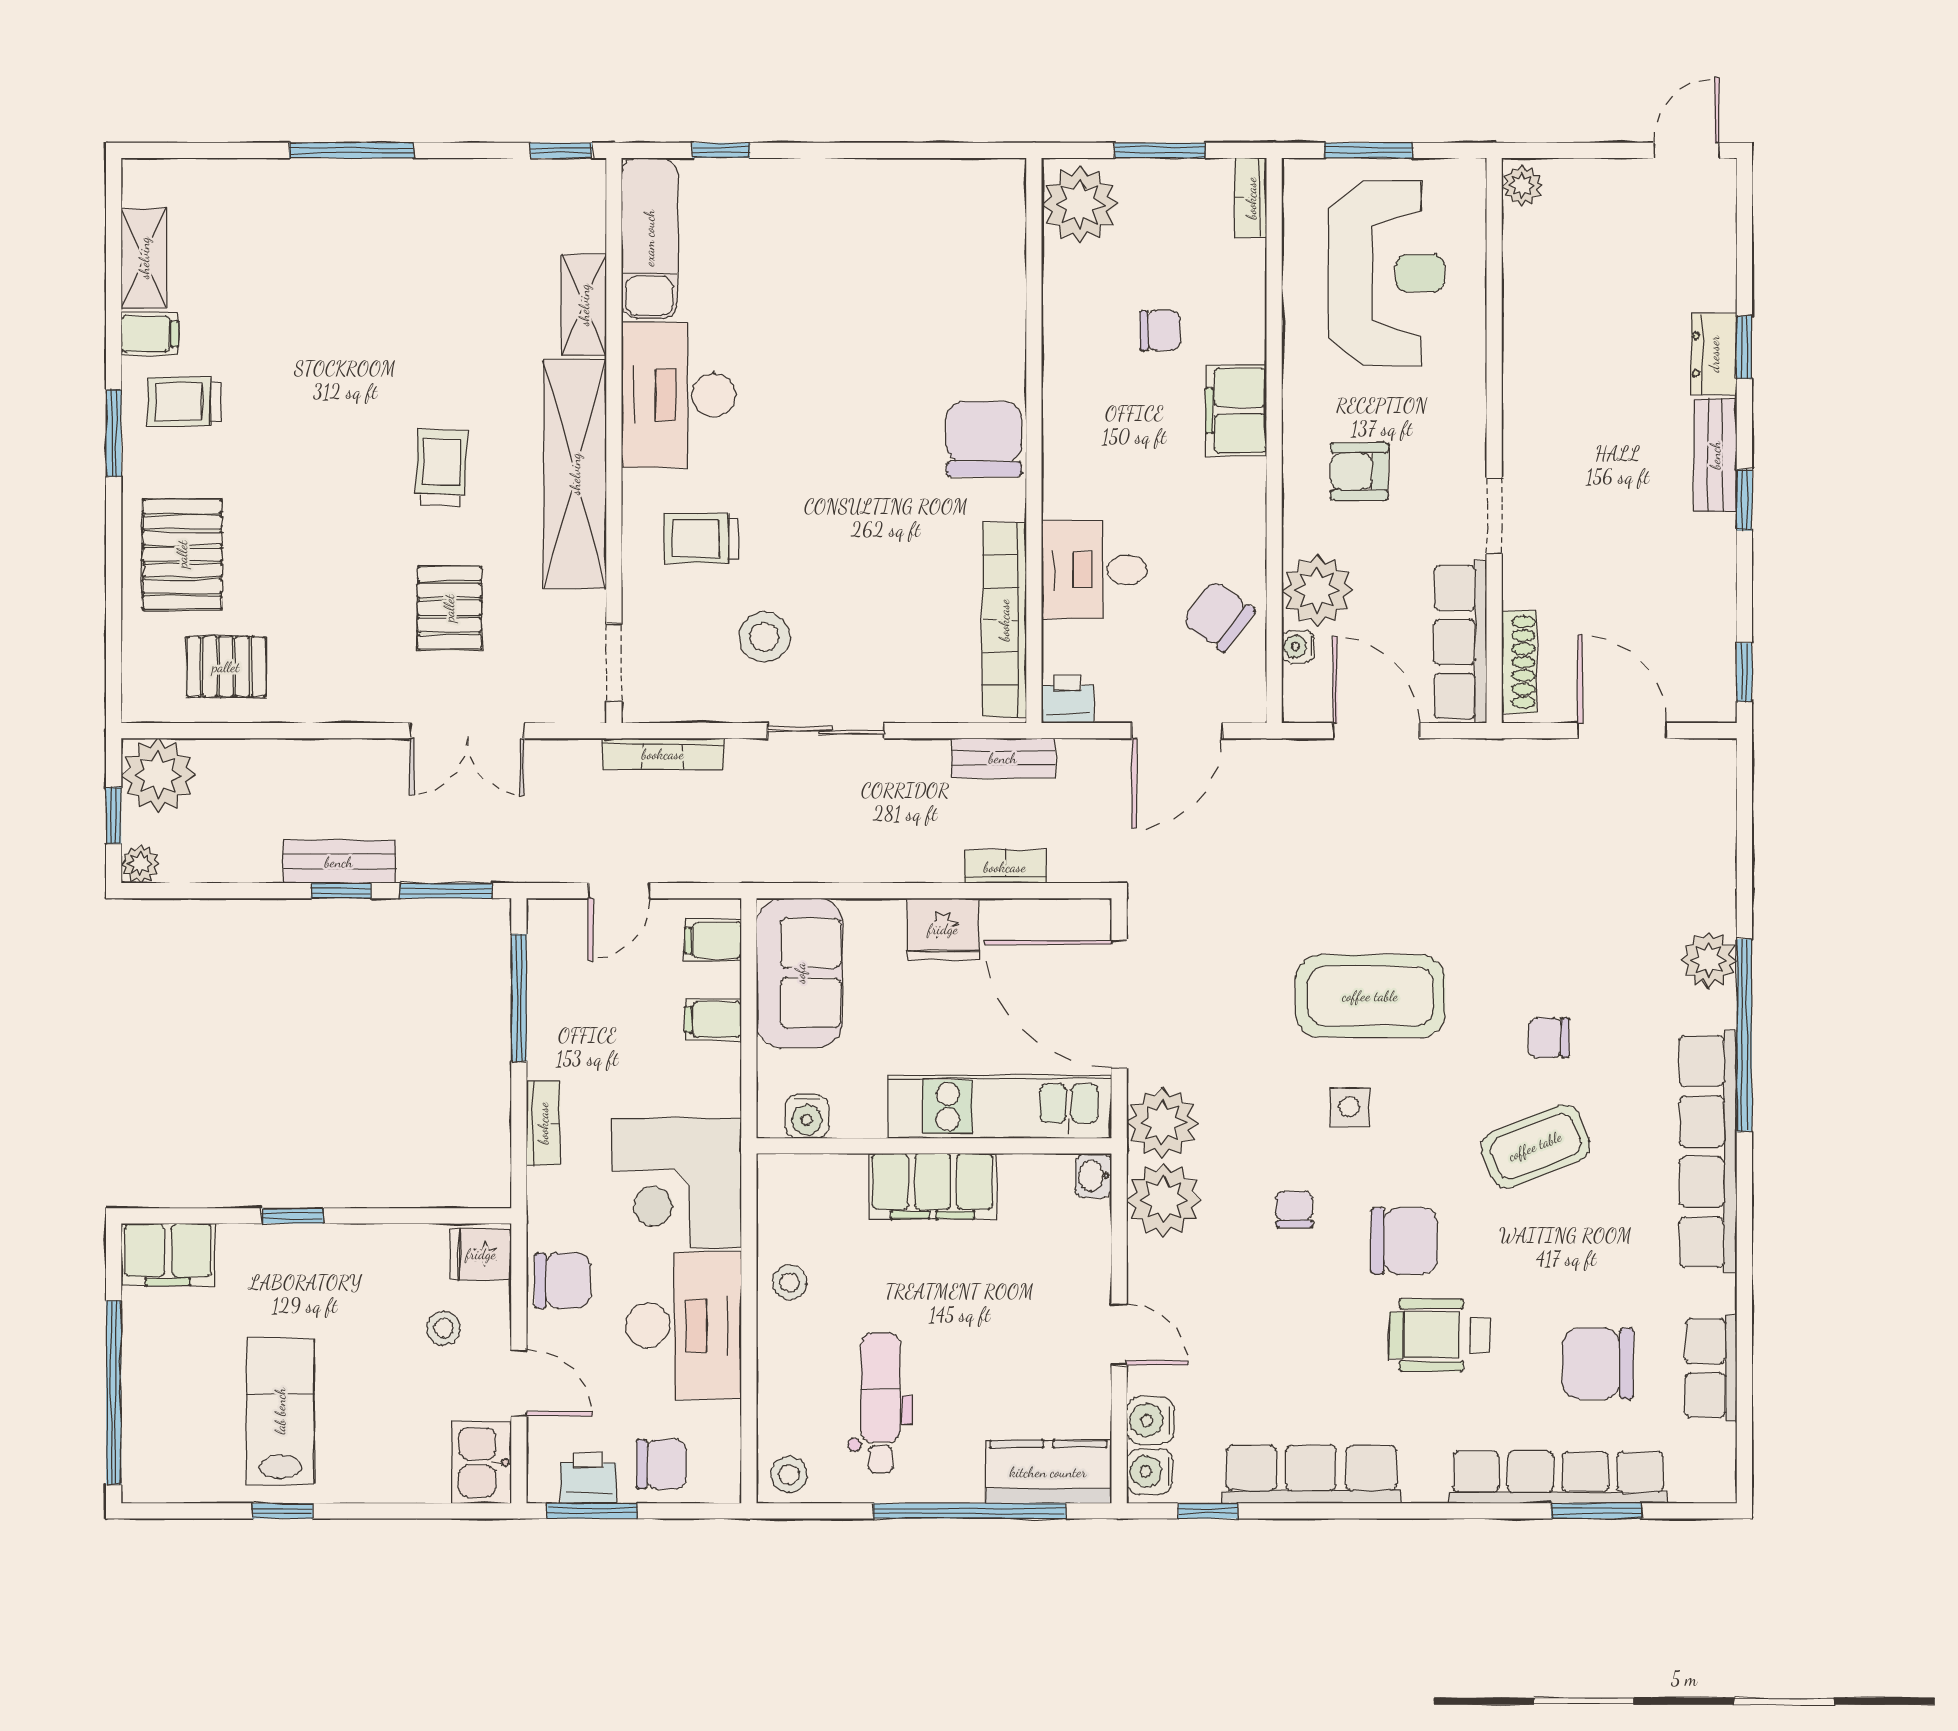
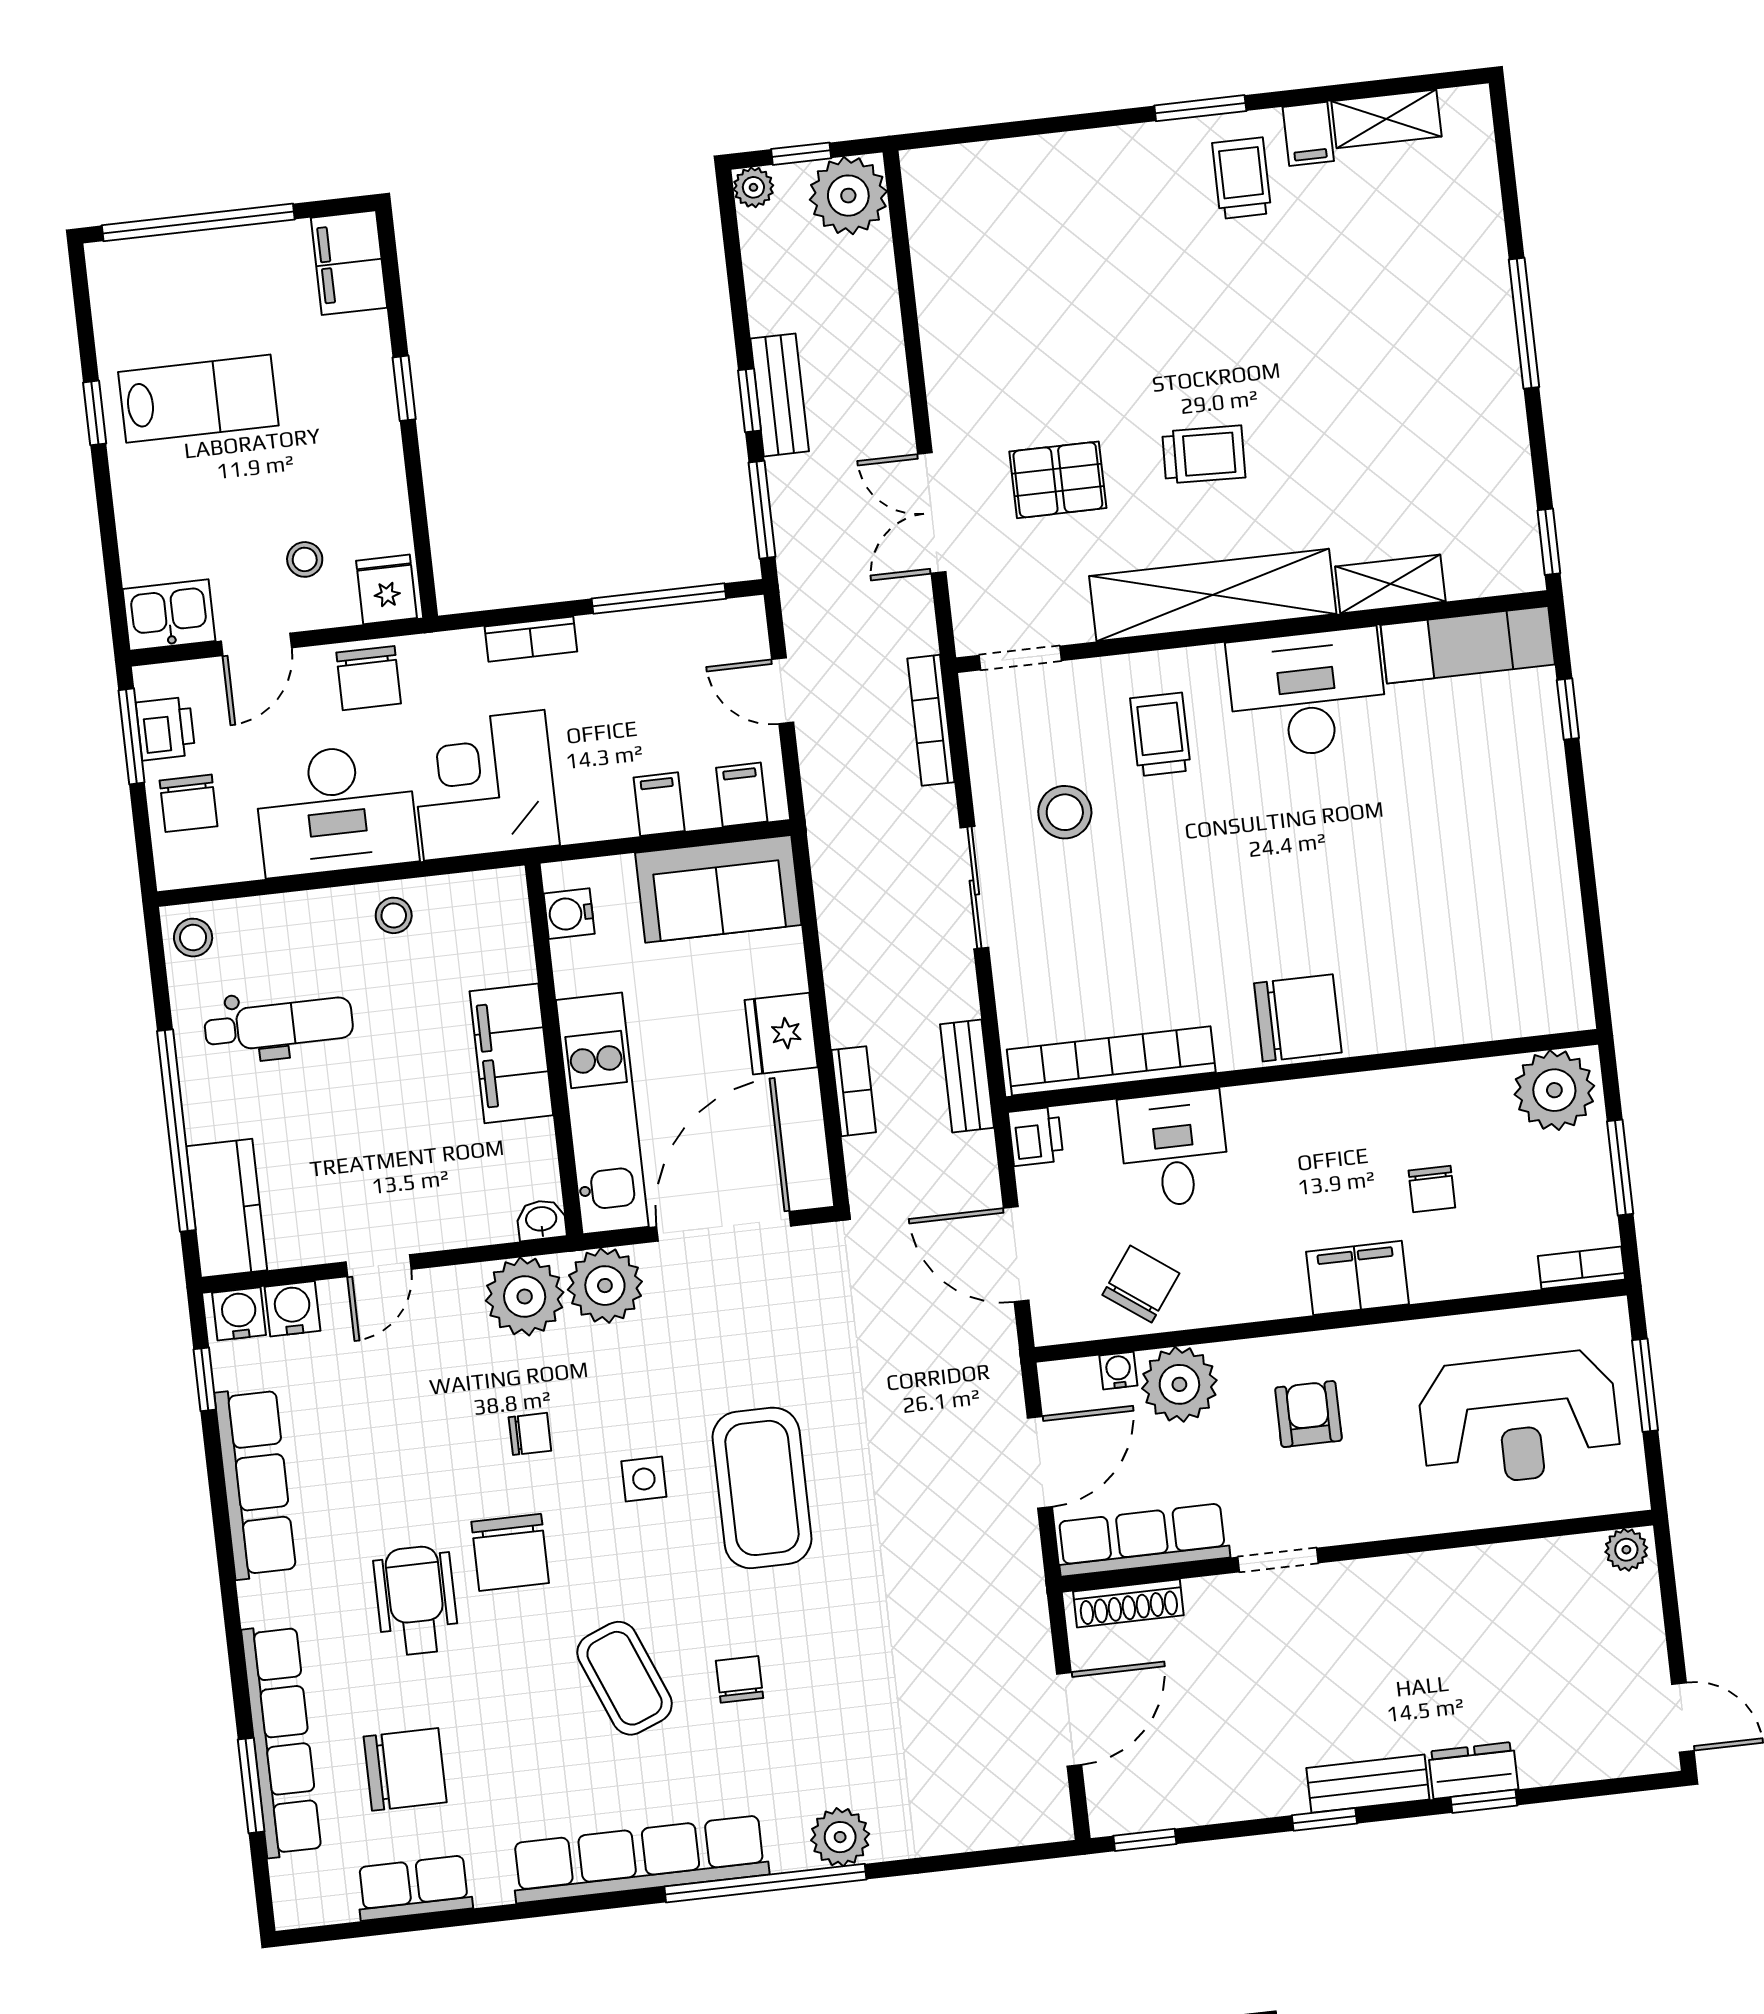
pallet: (182, 554) -> (1082, 194), removed
pallet: (226, 667) -> (970, 253), removed
chair: (1598, 1364) -> (405, 1769), turned 90

